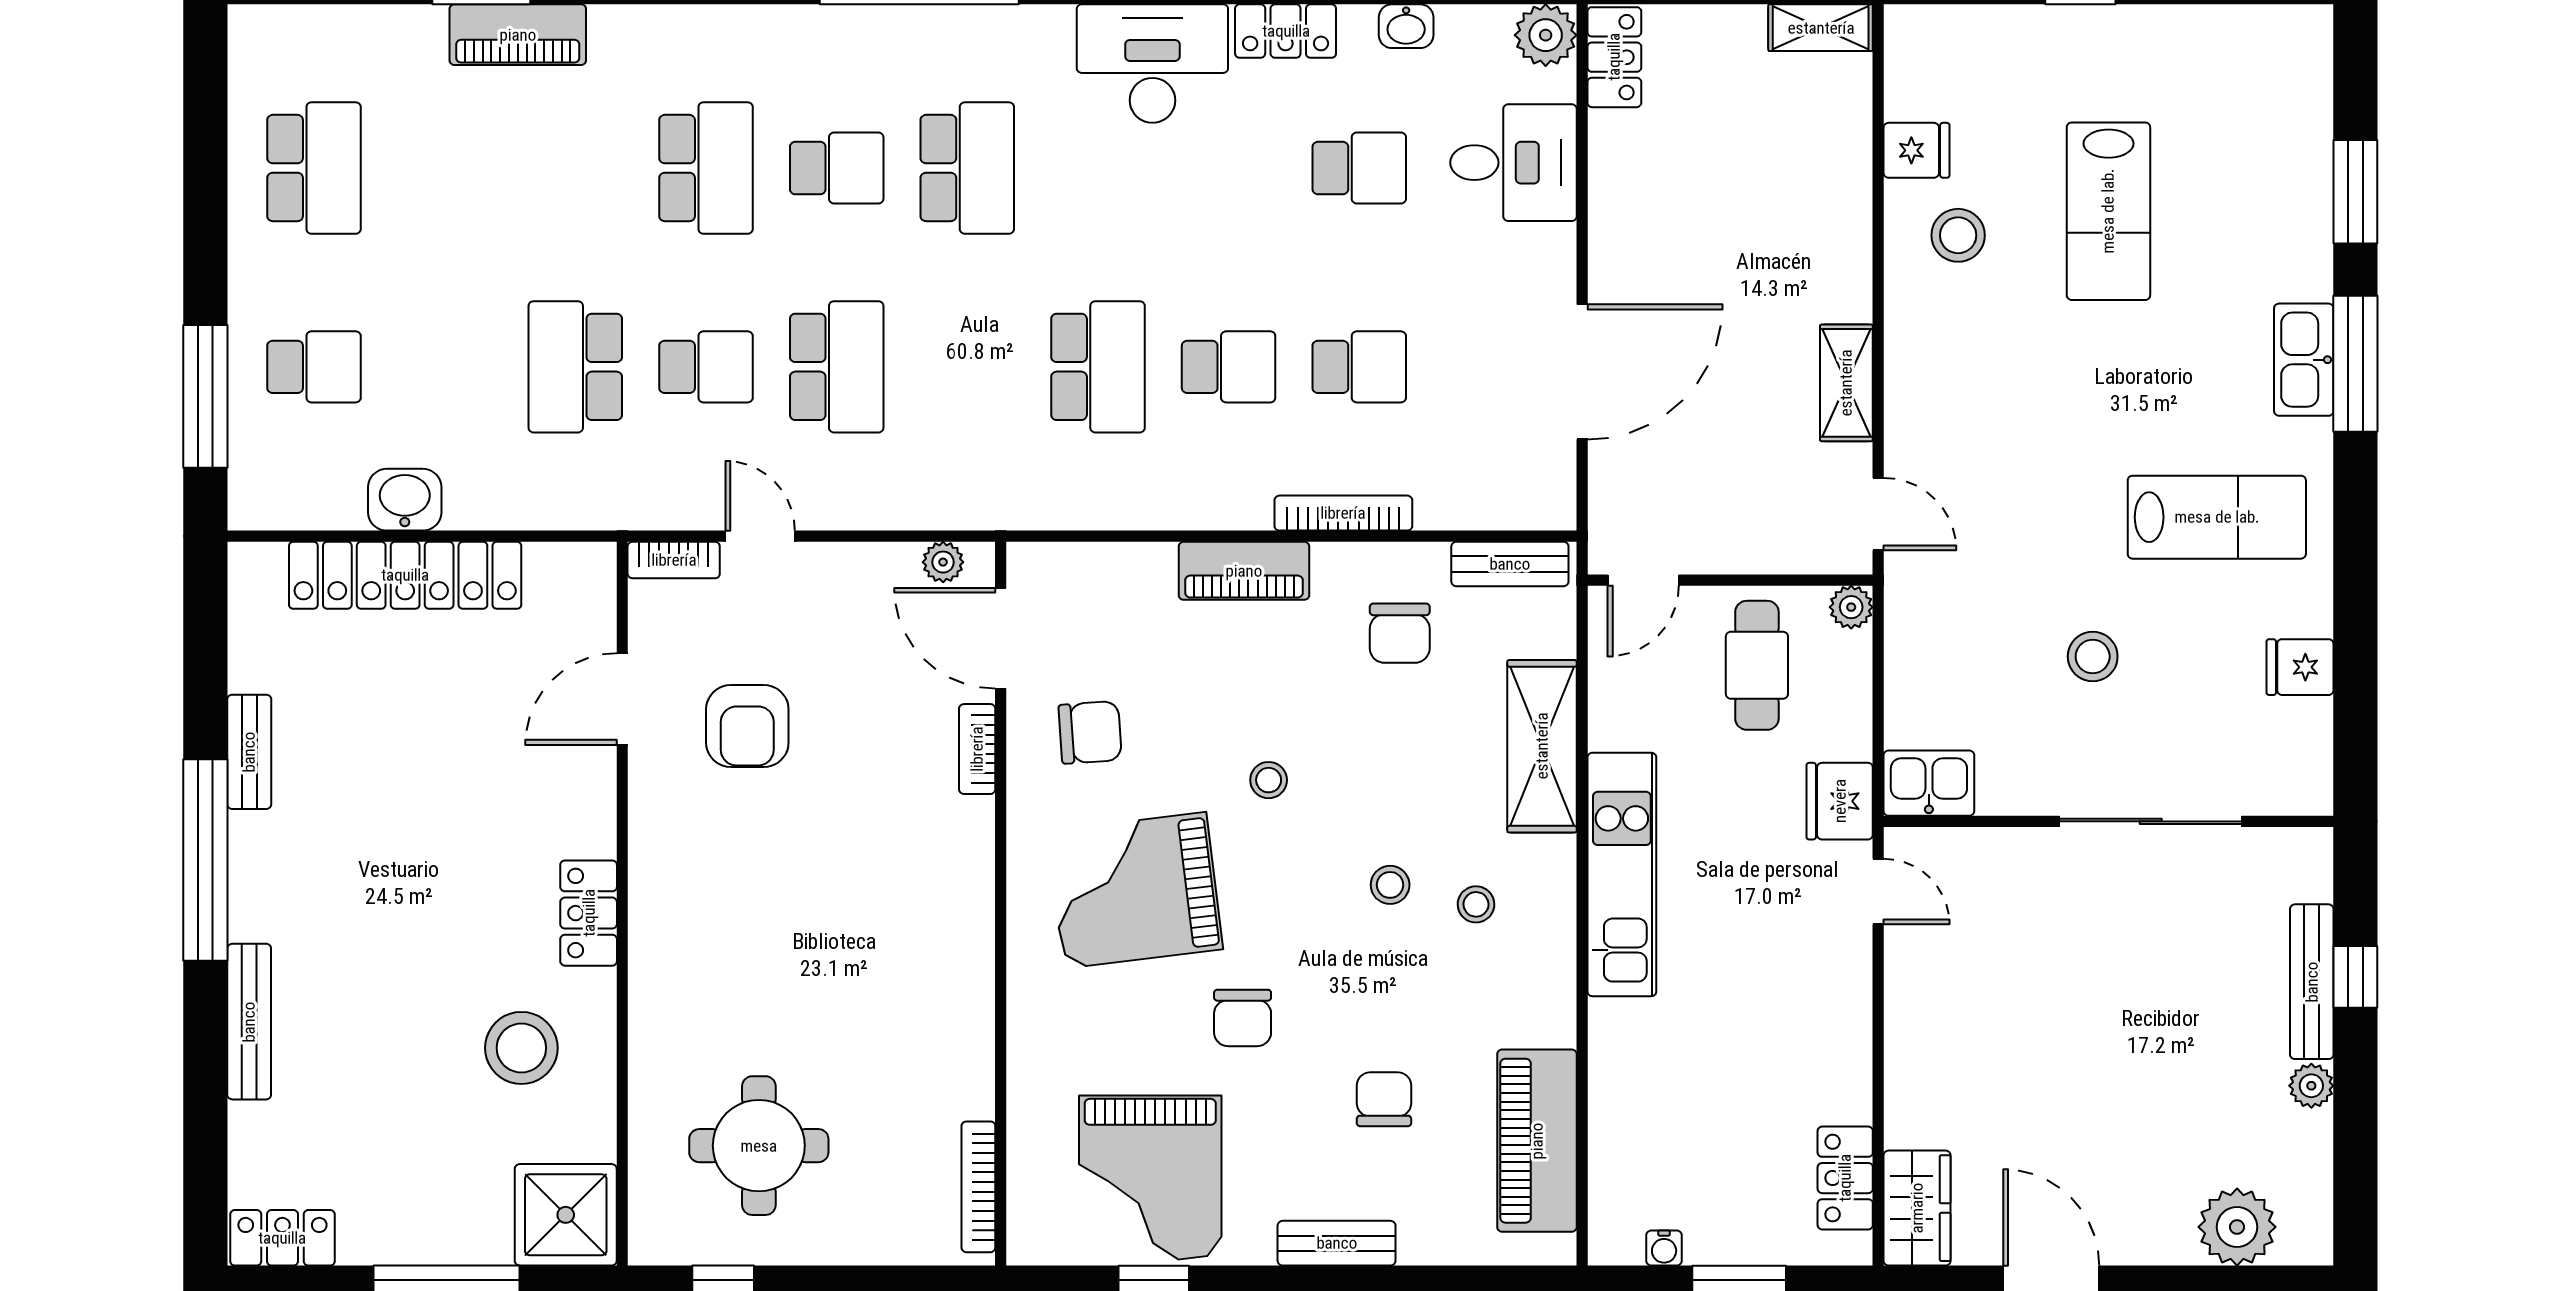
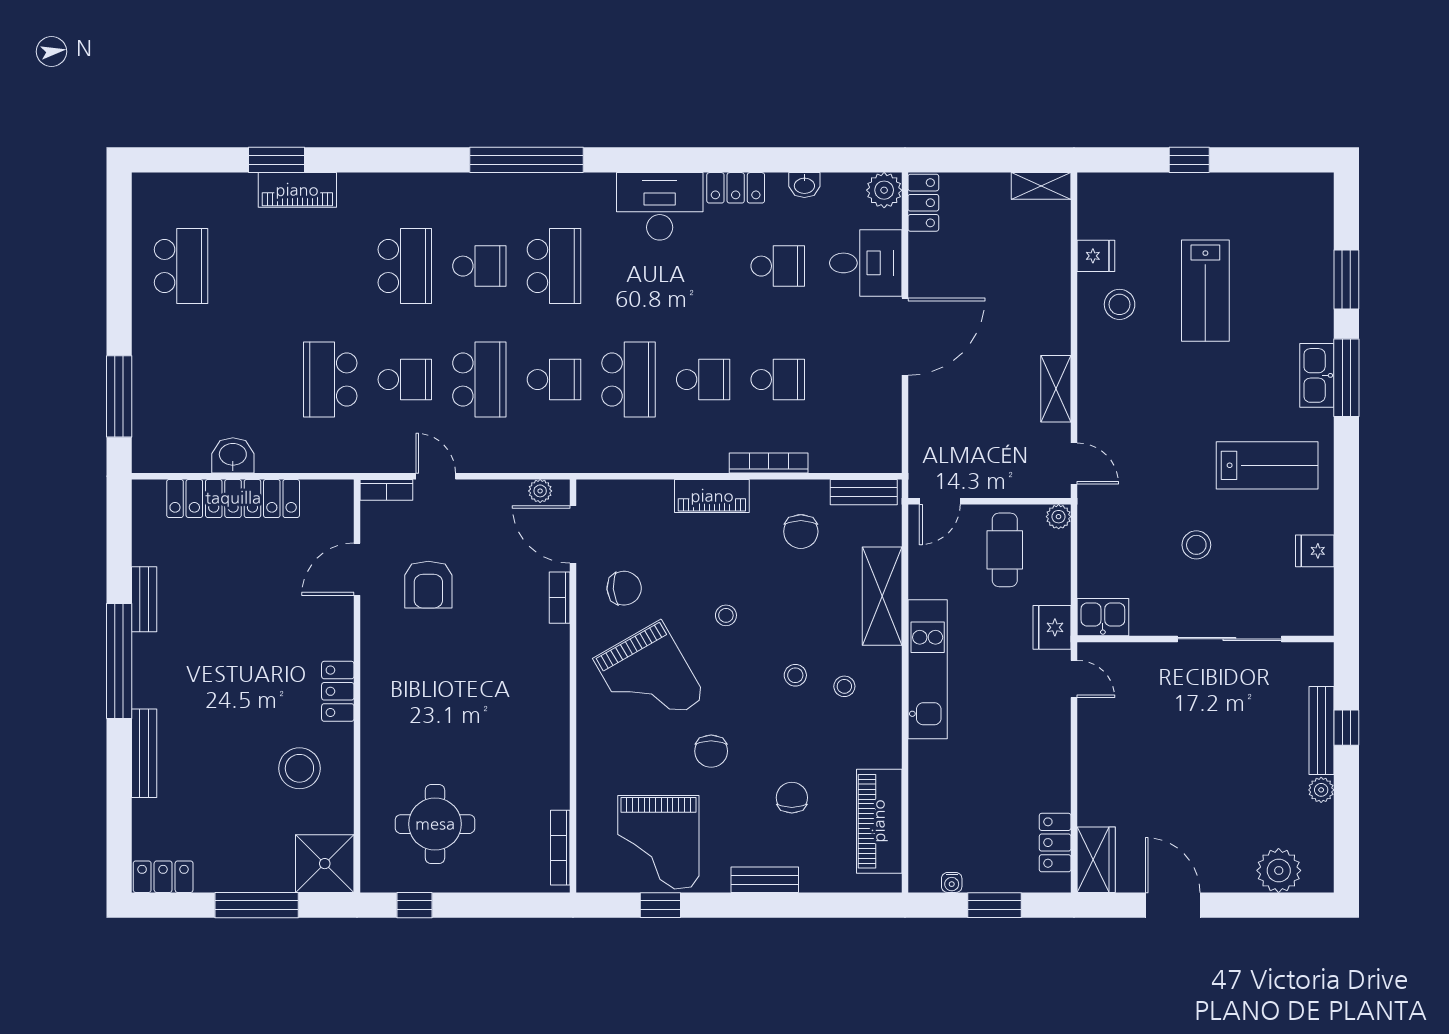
school desk: (314, 367) -> (554, 380), moved
door: (1582, 372) -> (905, 337), moved
grand piano: (1135, 890) -> (650, 678), turned -113

